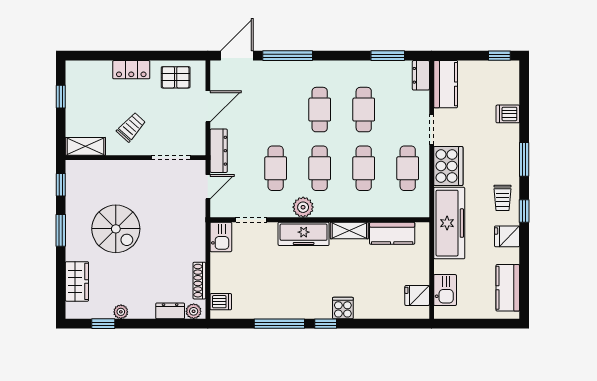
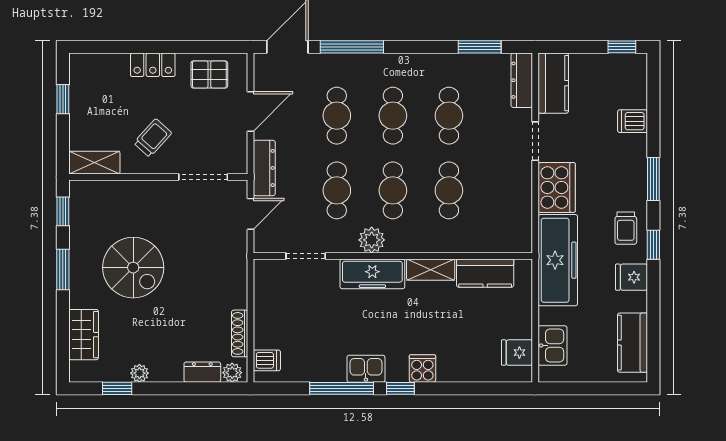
dresser: (421, 75) -> (522, 80), width x1.44
cafe table: (408, 168) -> (337, 116), moved
kitchen sink: (221, 237) -> (366, 369), moved, turned -90

